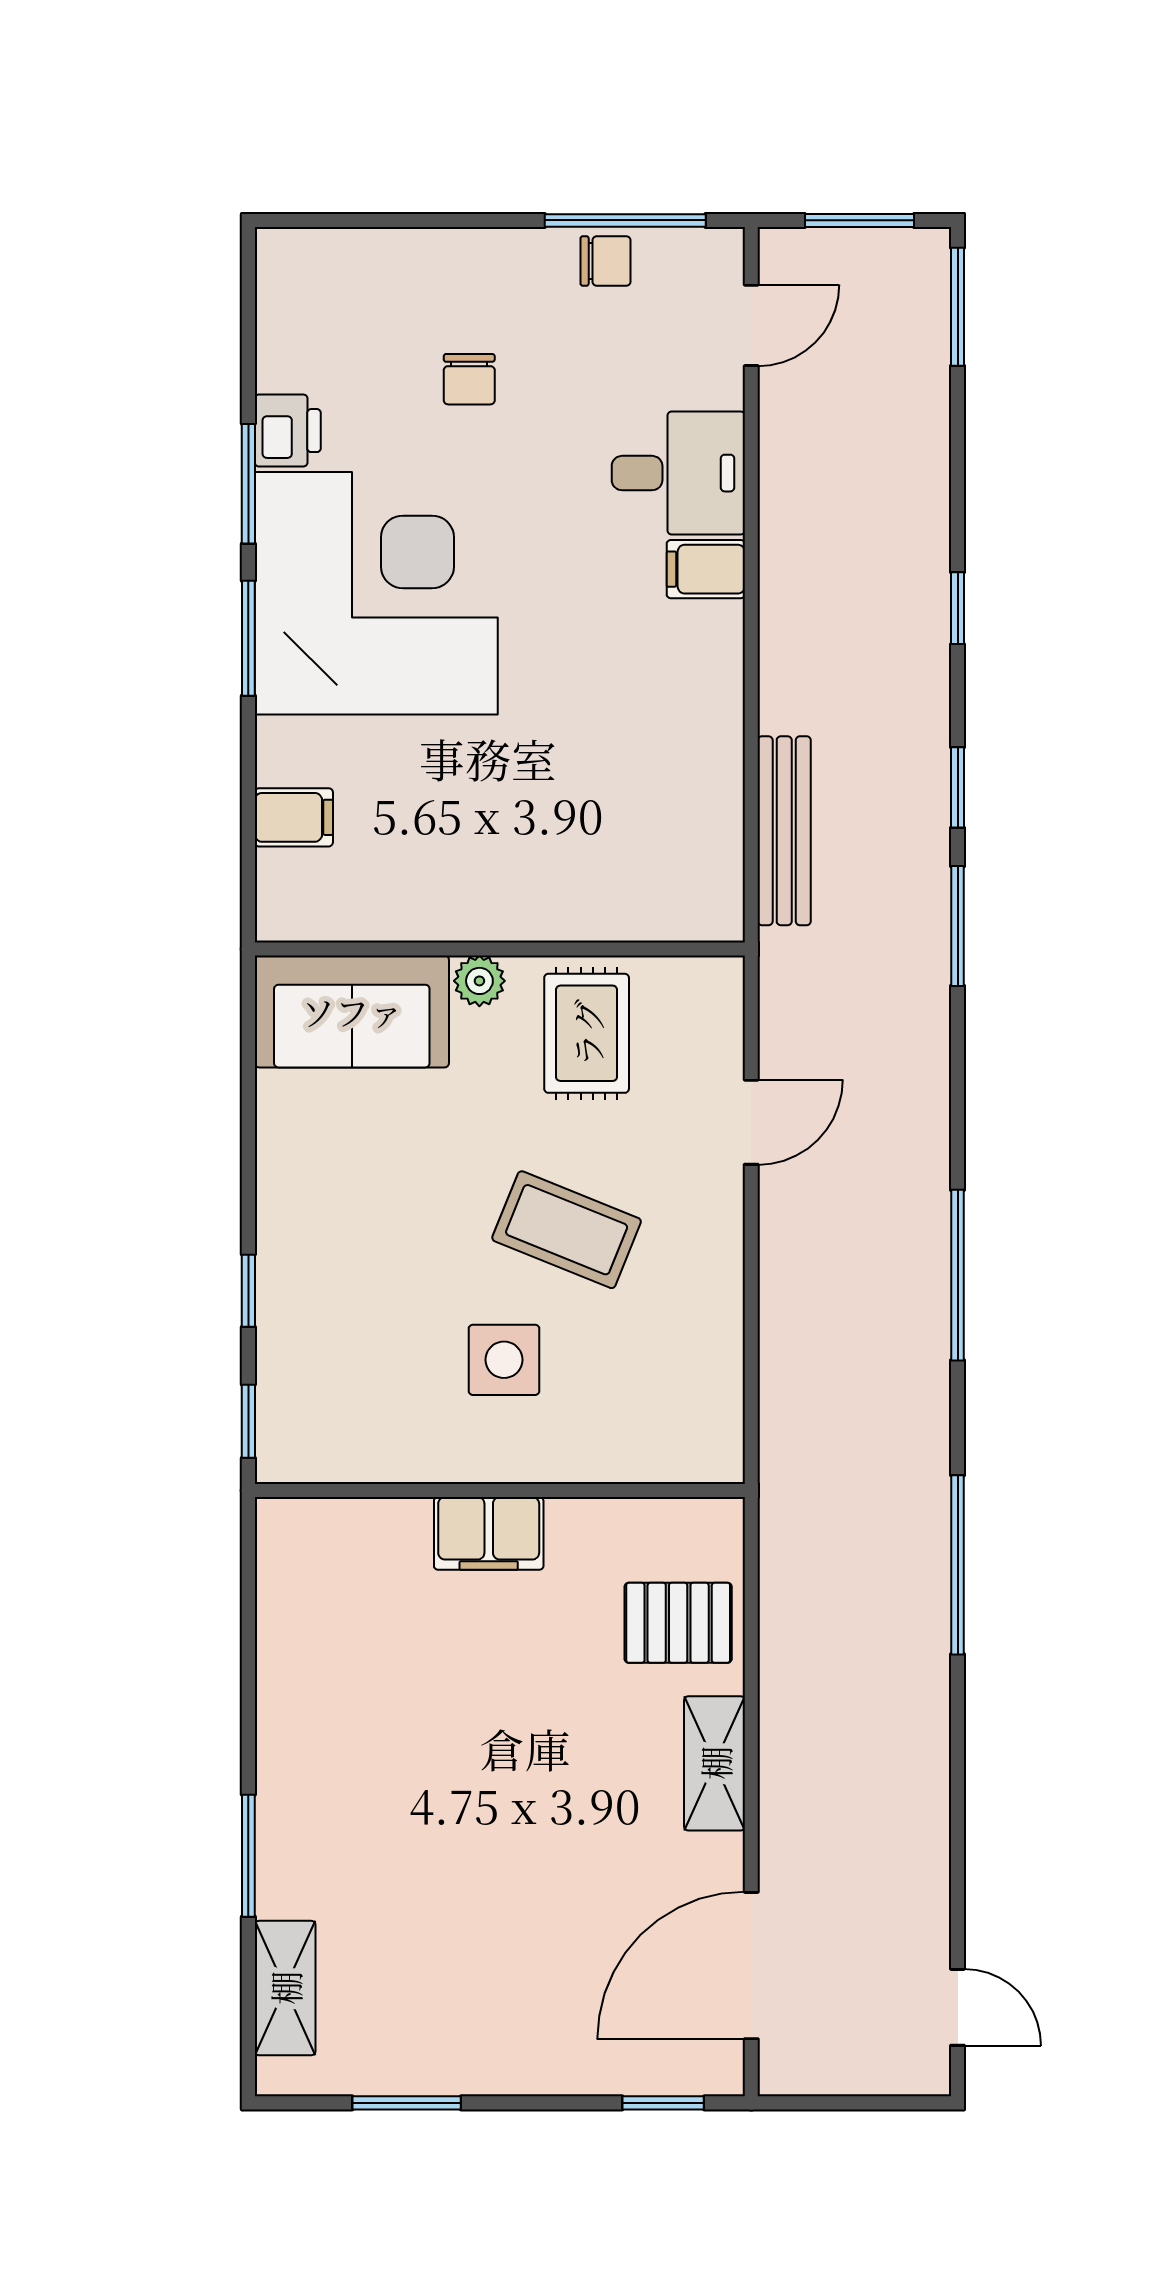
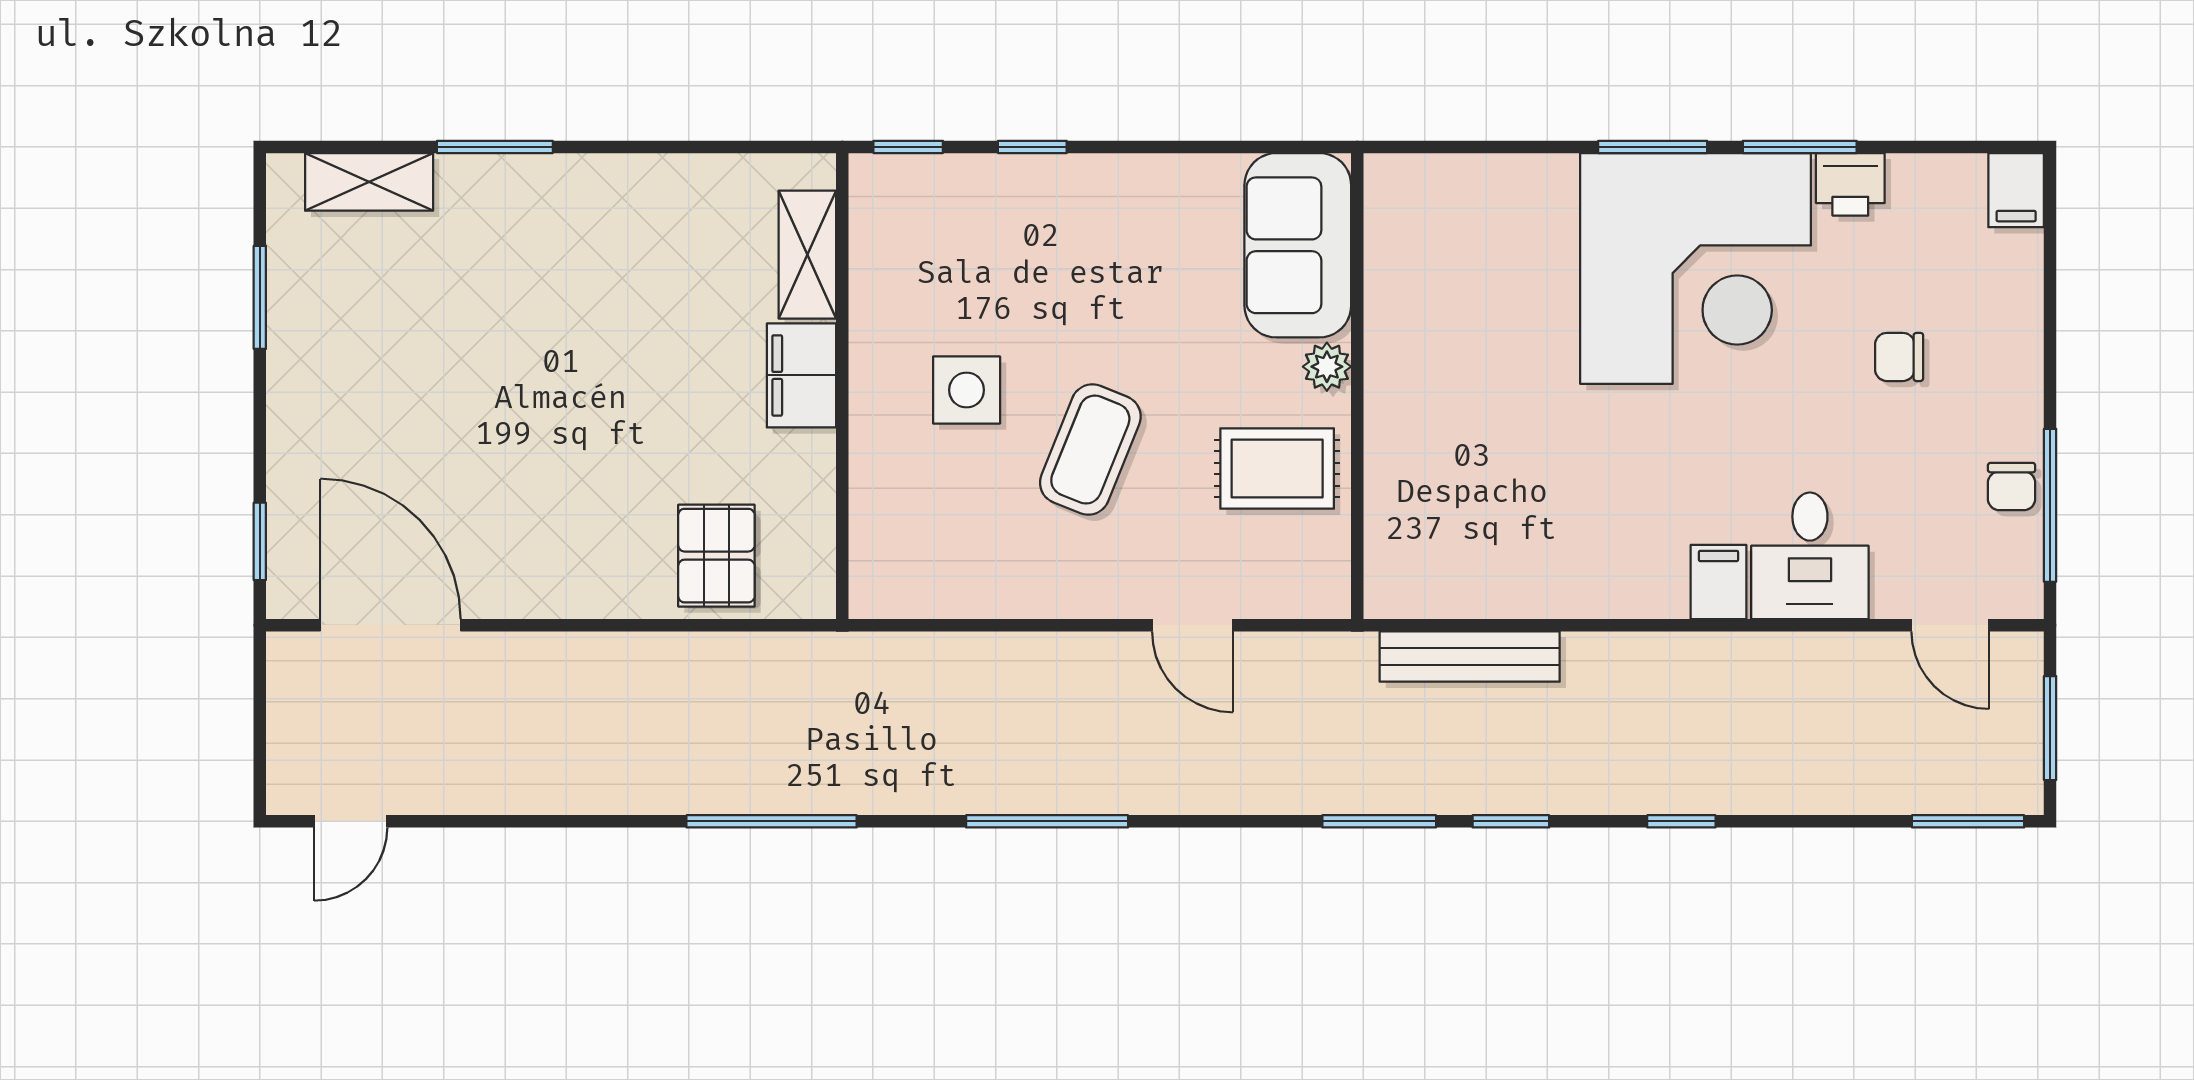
filing cabinet: (294, 817) -> (2016, 190), moved
shelving: (715, 1763) -> (807, 255), moved, turned 90

